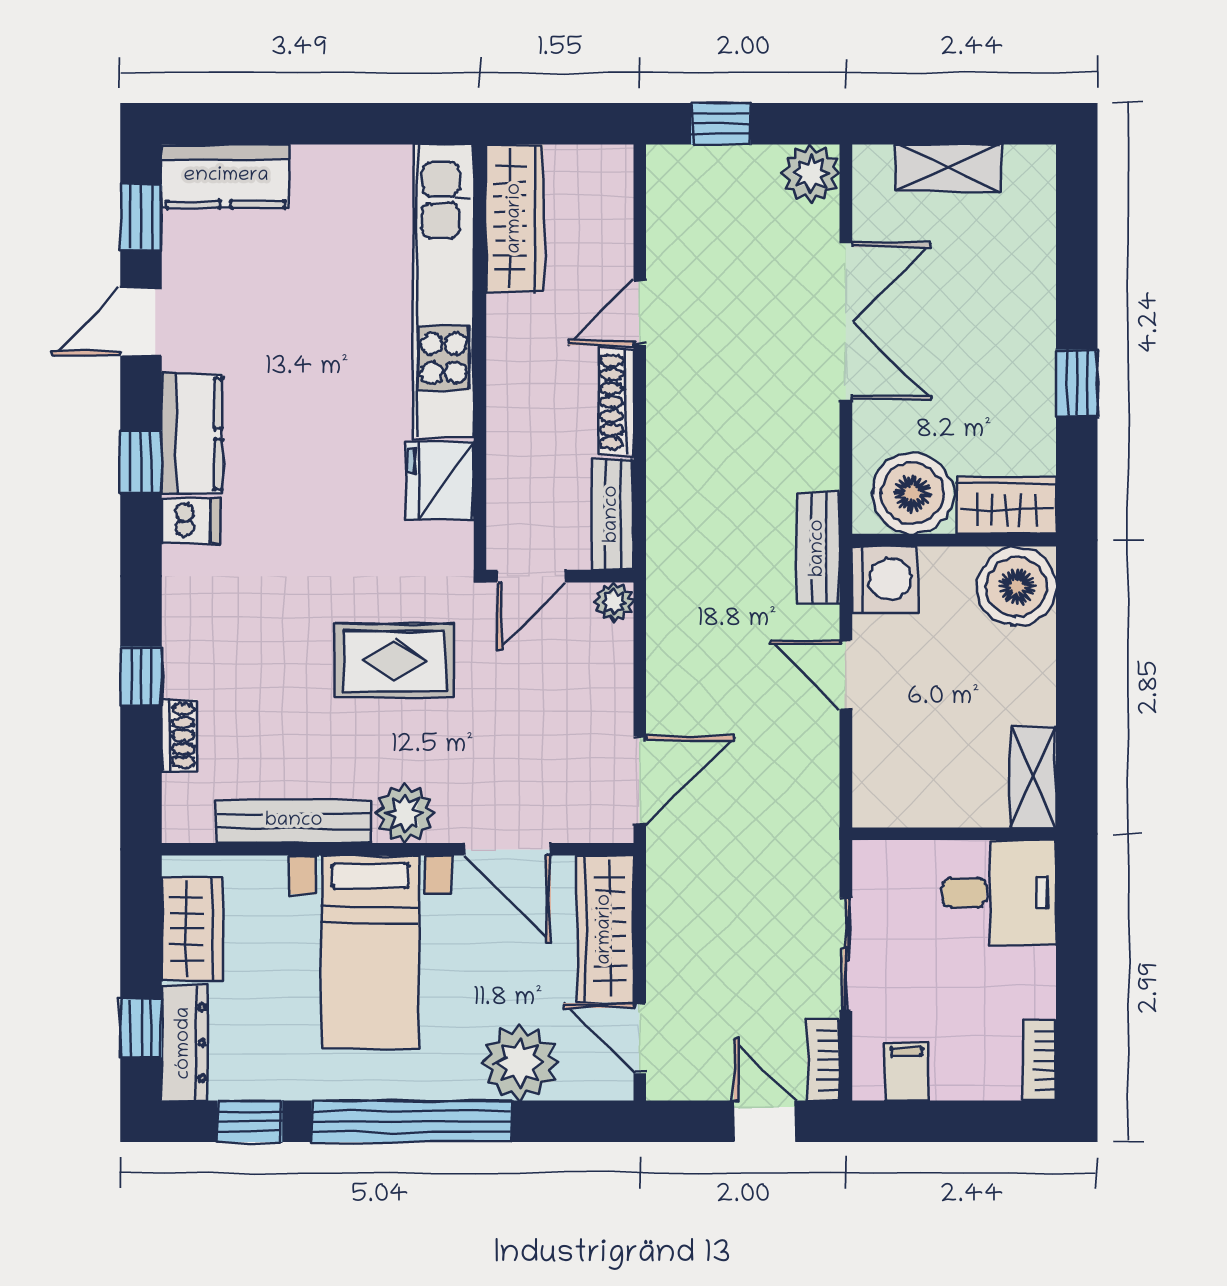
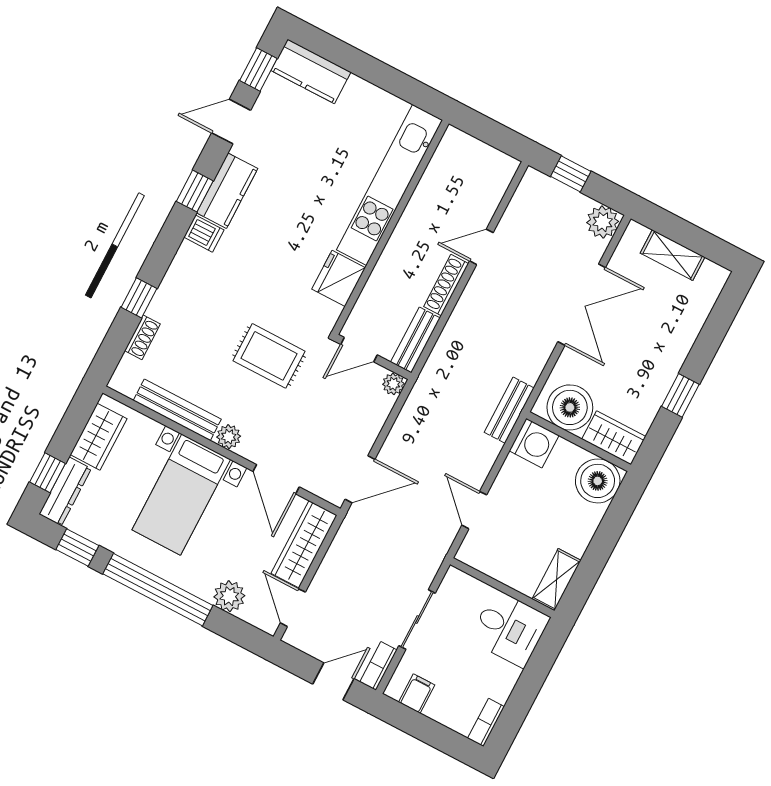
wardrobe: (515, 218) -> (444, 167), removed
door: (846, 675) -> (474, 510), moved
plant: (405, 813) -> (229, 437), width x0.73, depth x0.73
plant: (520, 1063) -> (229, 596), width x0.73, depth x0.73
door: (765, 1121) -> (333, 681), hinge flipped

